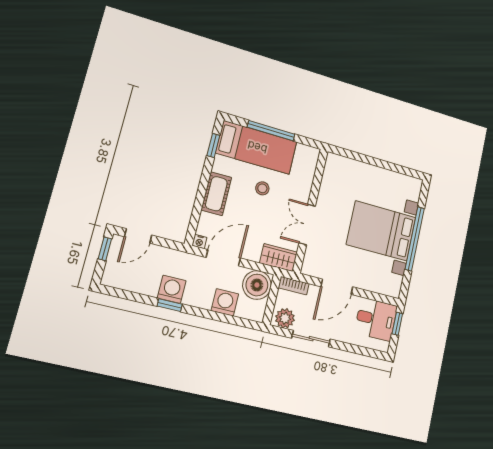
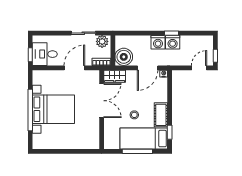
cot: (216, 194) -> (161, 115), moved
double door: (307, 225) -> (102, 101), width x1.37
washing machine: (225, 302) -> (158, 42), moved

